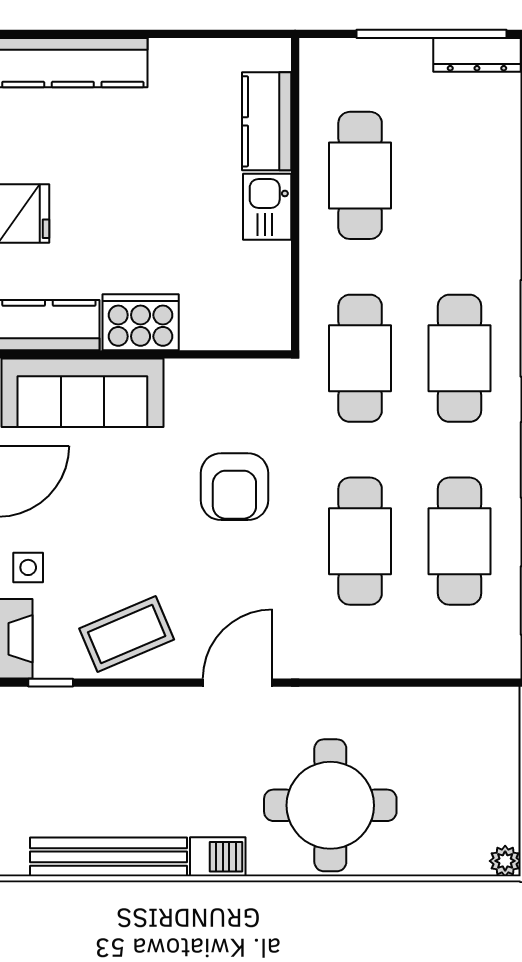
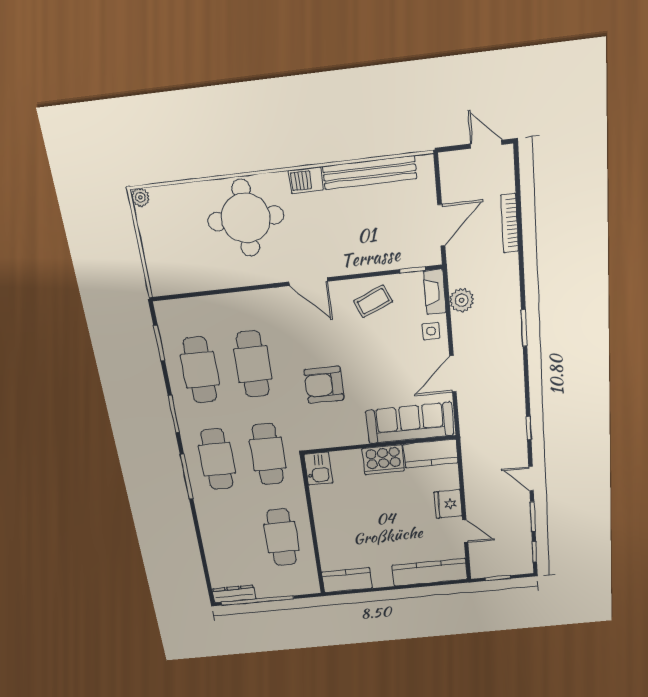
kitchen counter: (267, 121) -> (347, 580), moved, turned -90
kitchen sink: (267, 207) -> (318, 469), moved
armchair: (234, 487) -> (324, 385), turned -90
coffee table: (127, 634) -> (373, 301), width x0.73, depth x0.77
door: (238, 683) -> (308, 282), hinge flipped

